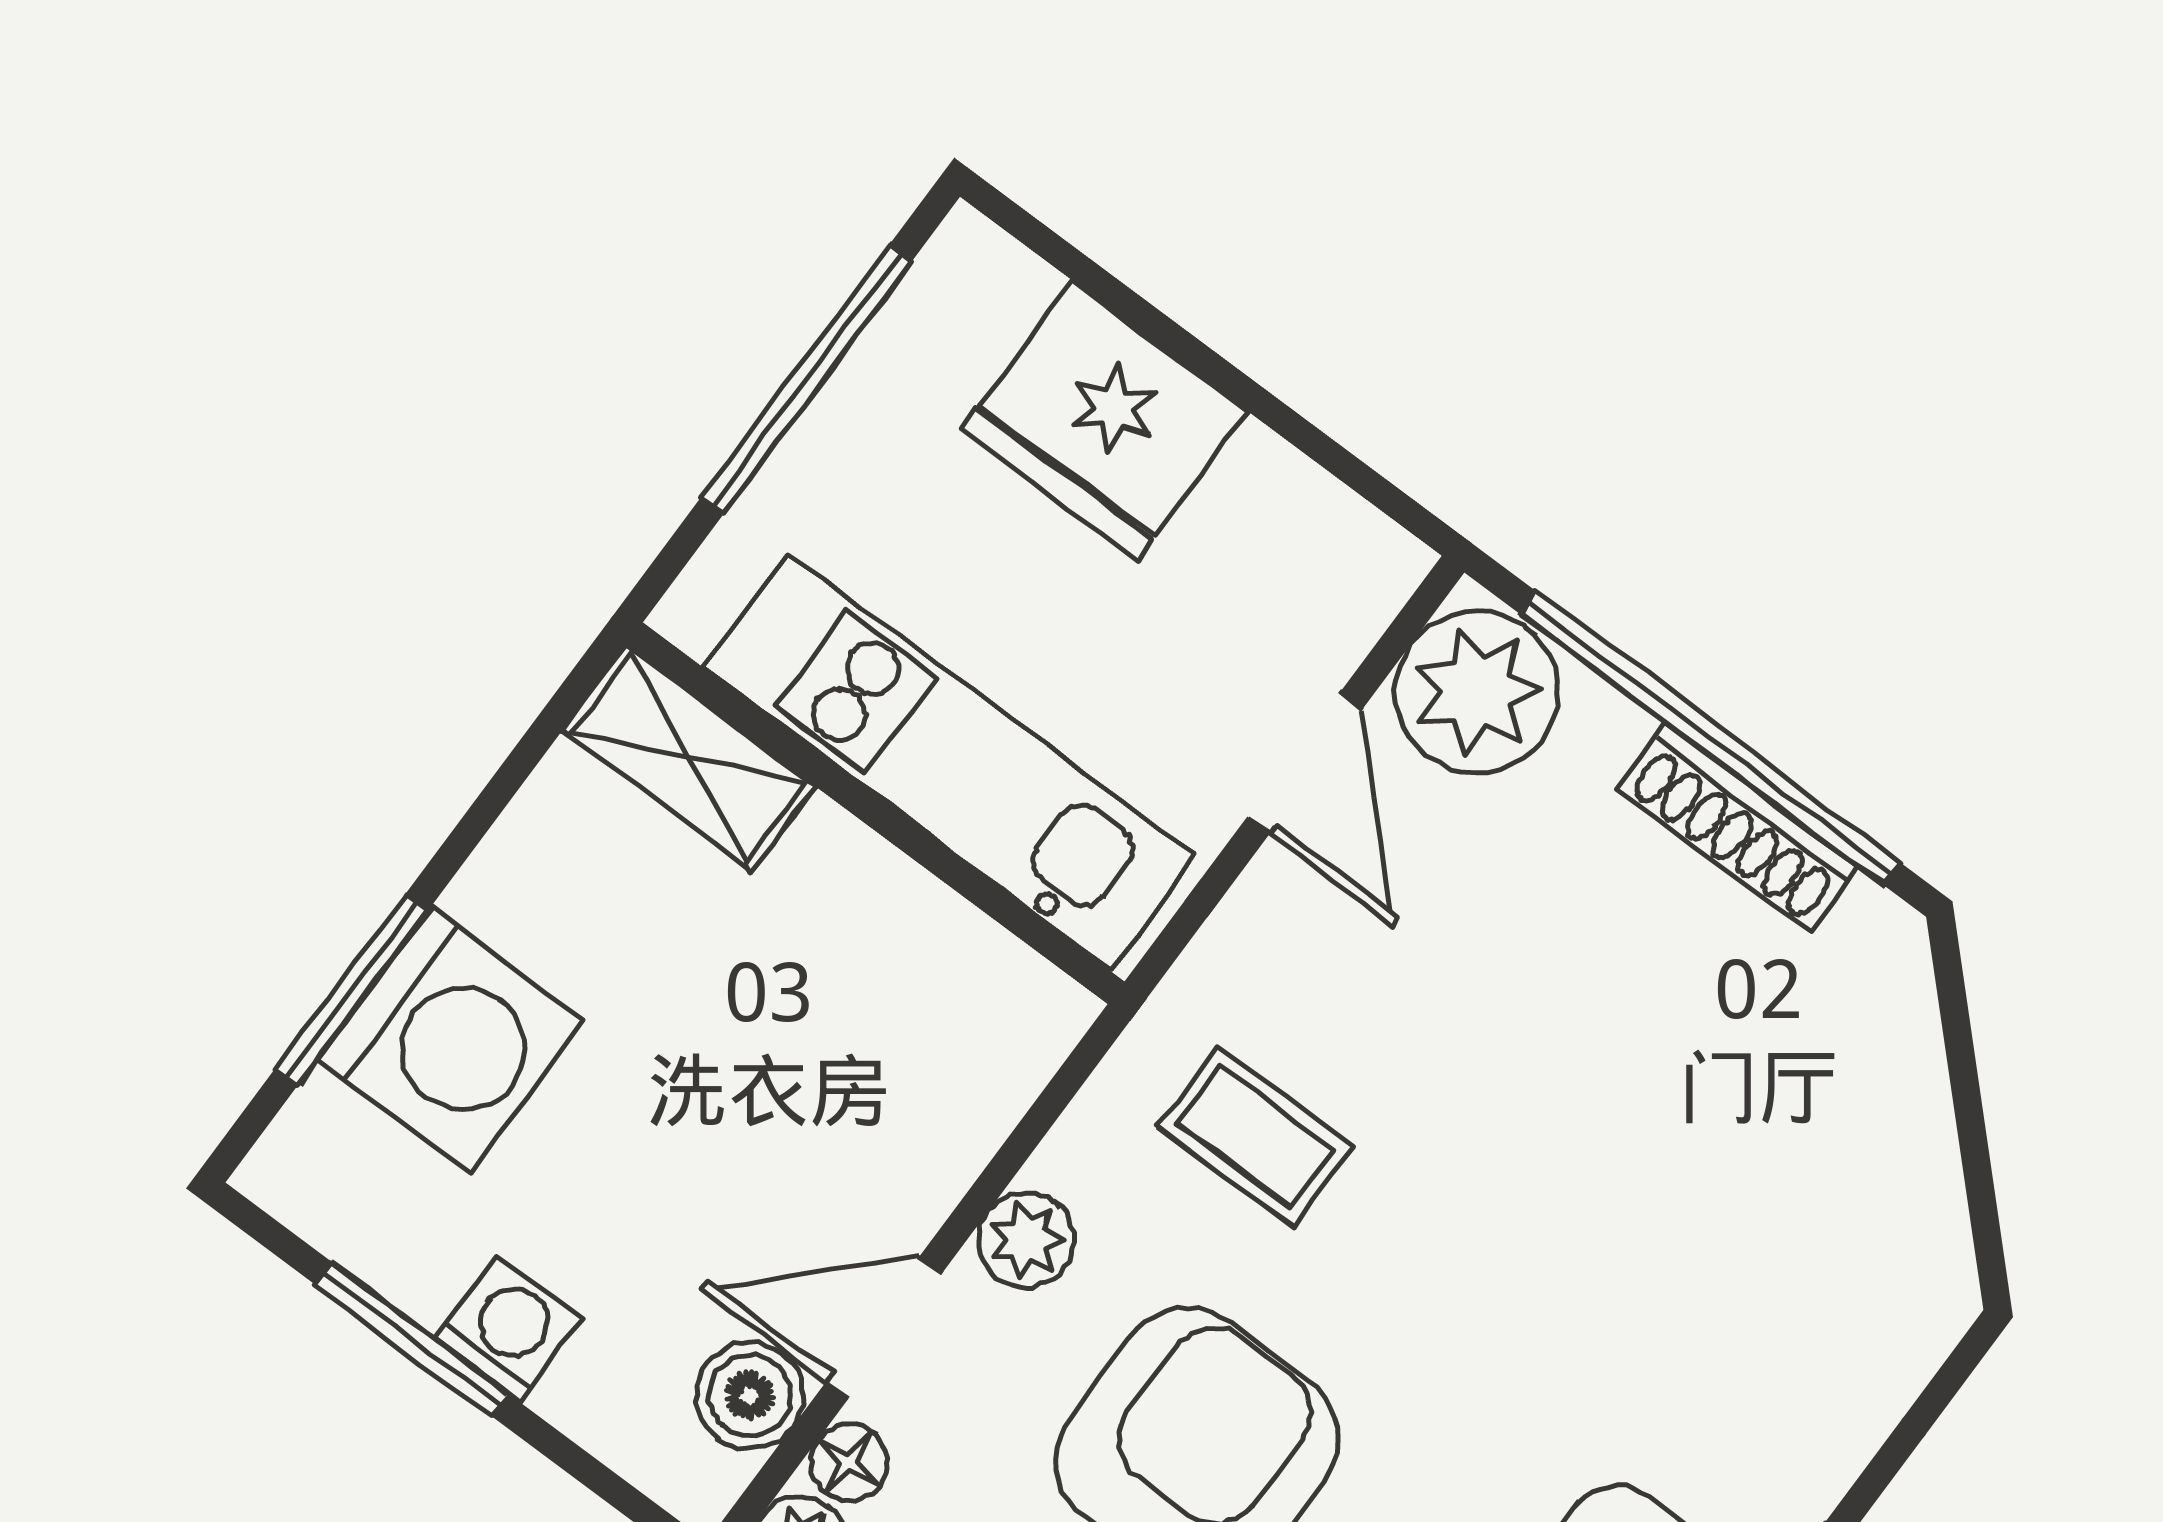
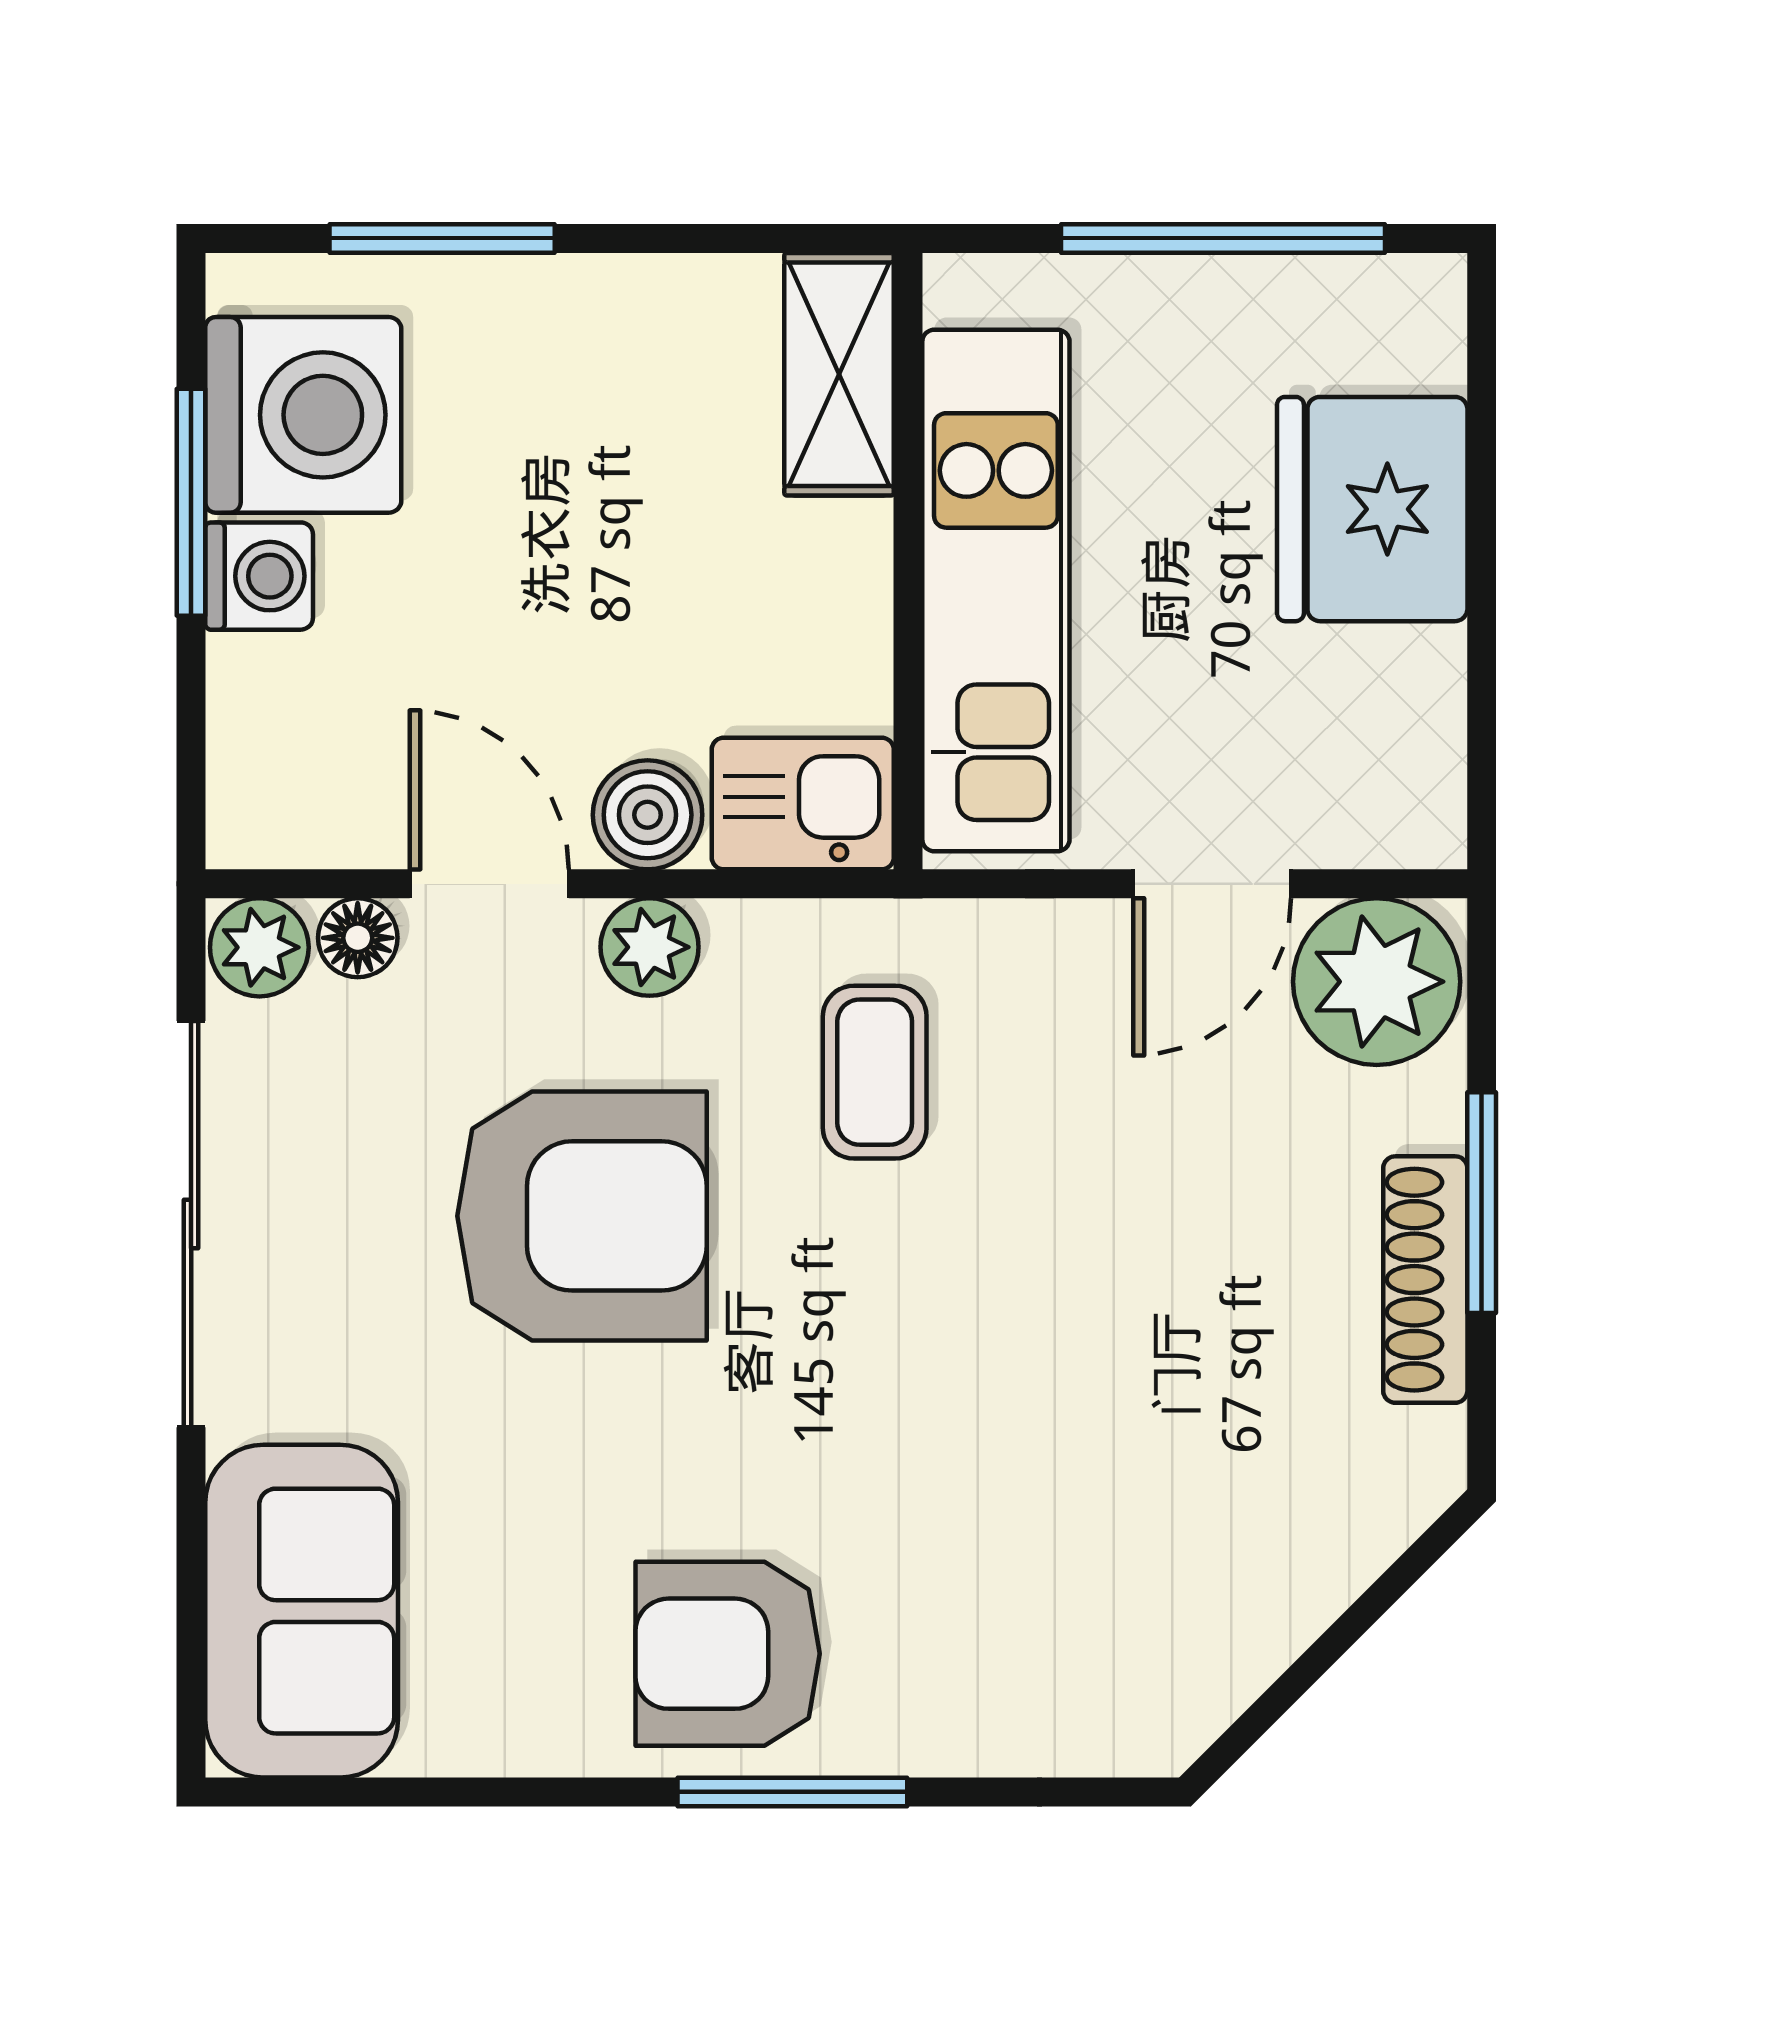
window: (1711, 739) -> (1482, 1203), width x0.47
kitchen sink: (1003, 1037) -> (803, 803), added
washing machine: (451, 1040) -> (303, 415), moved, turned -90
boiler: (750, 1395) -> (648, 815), moved

